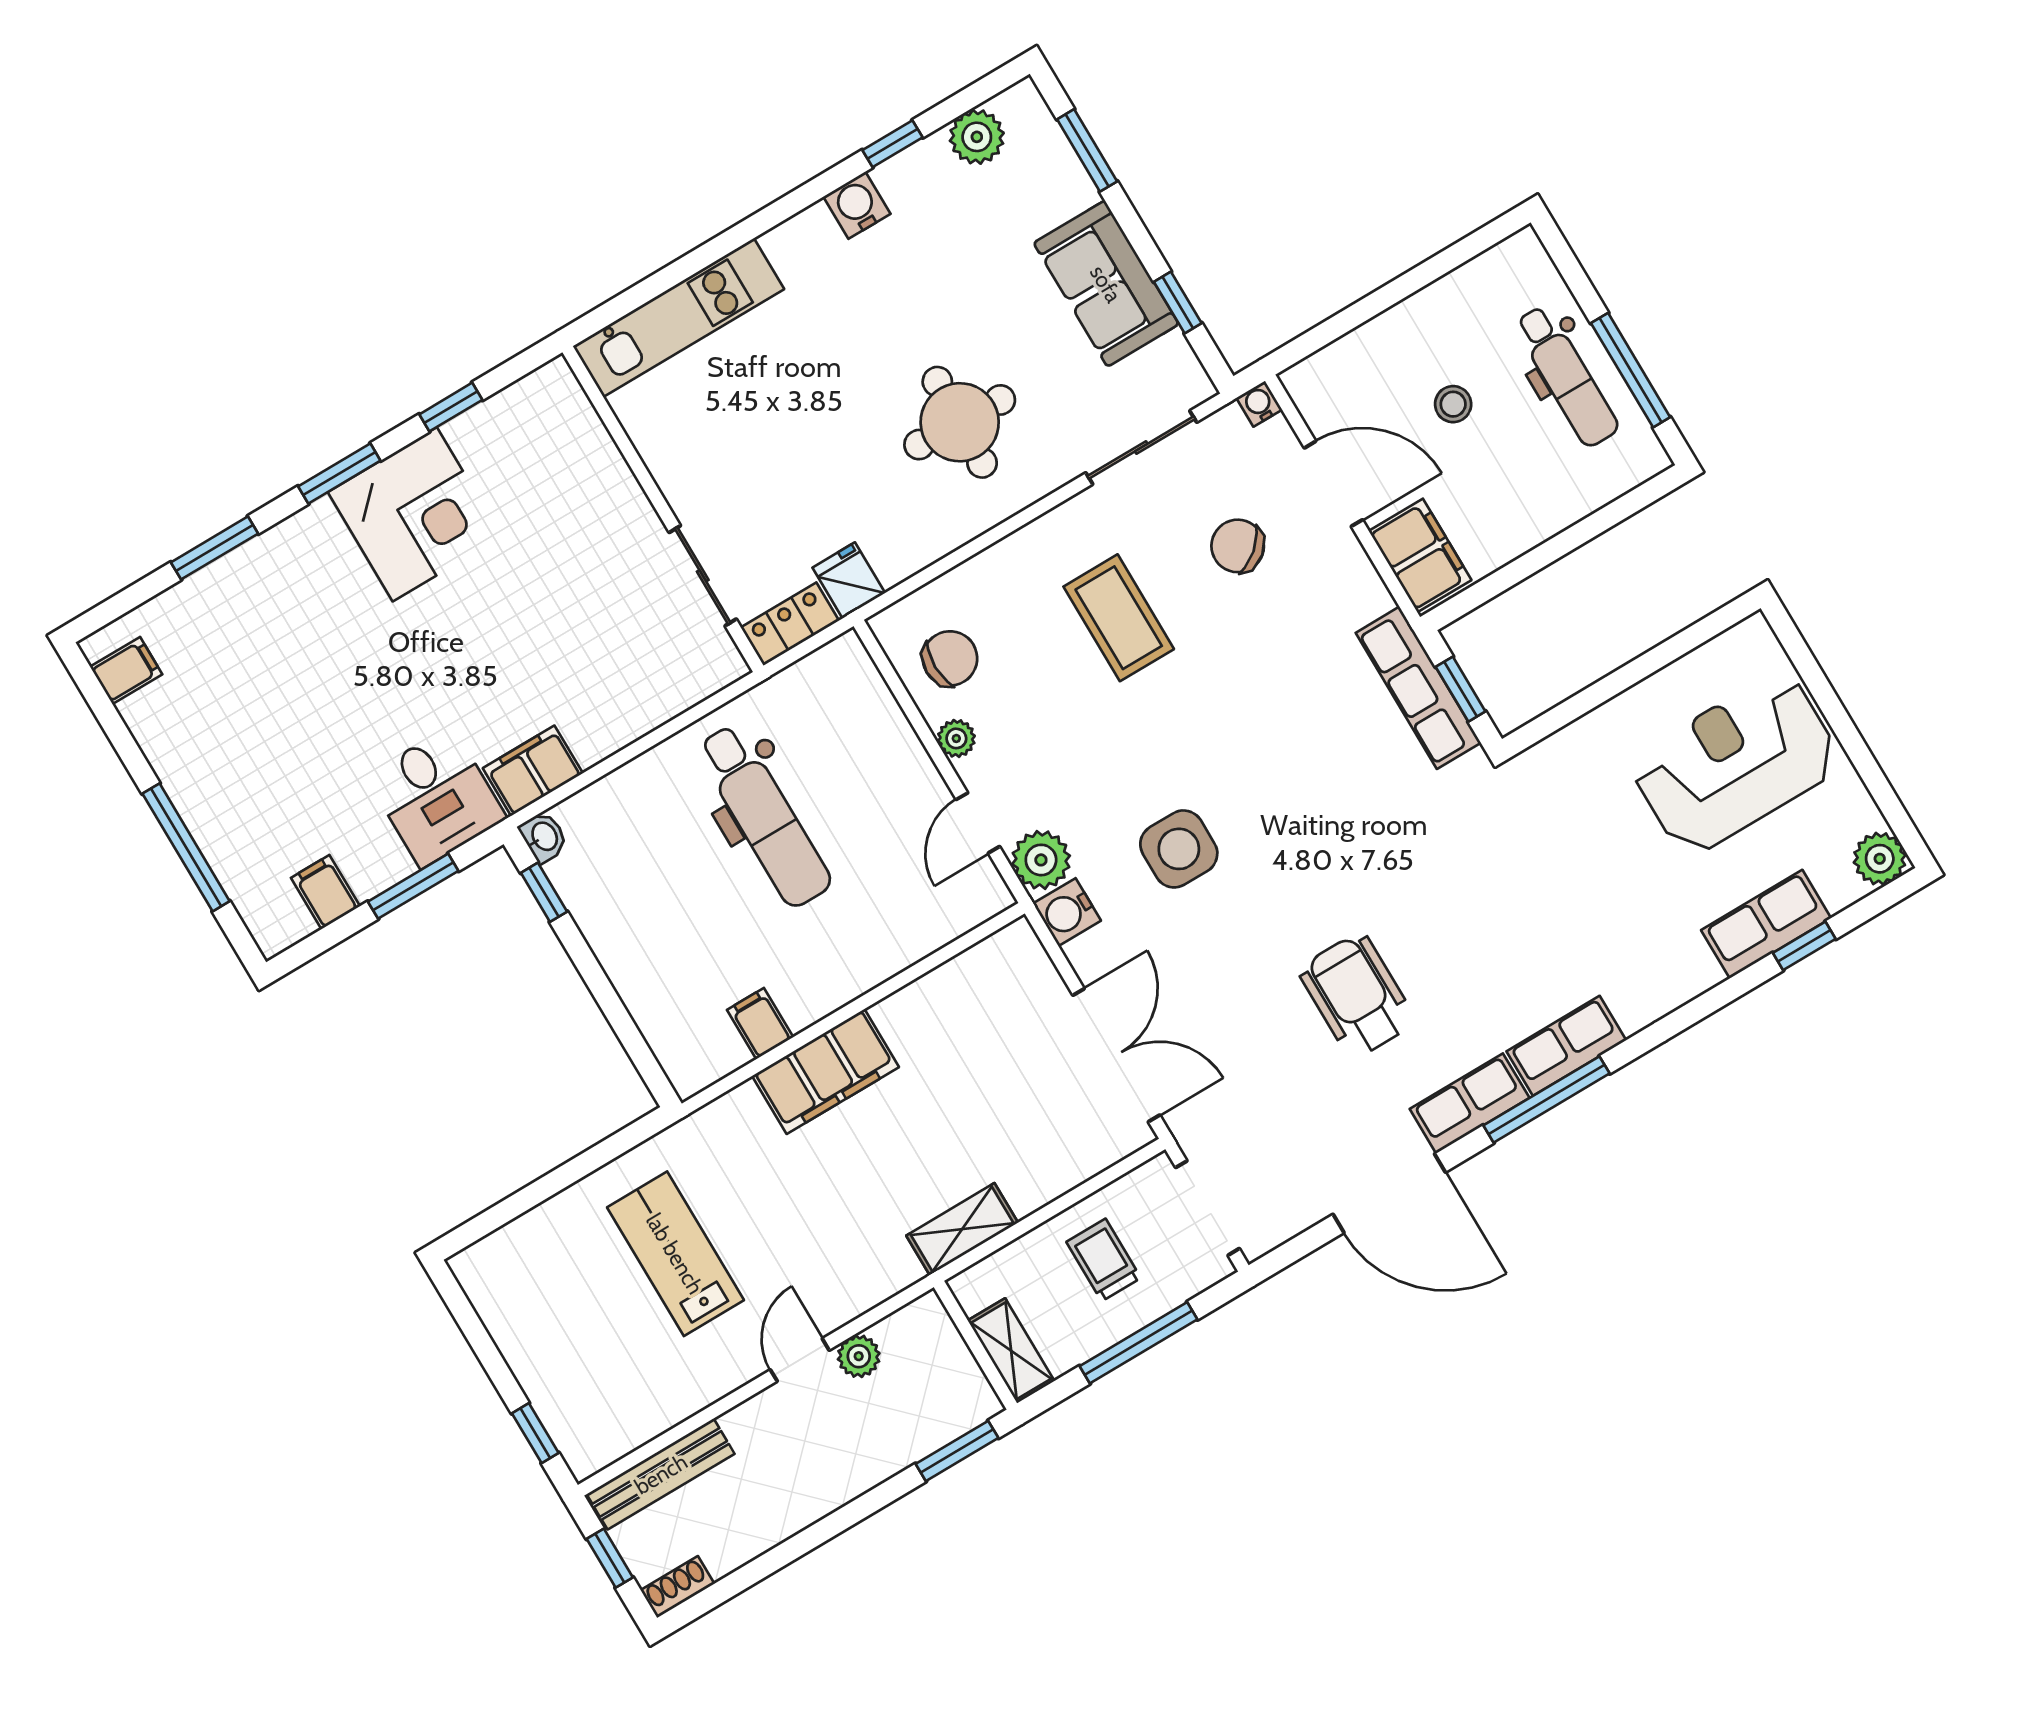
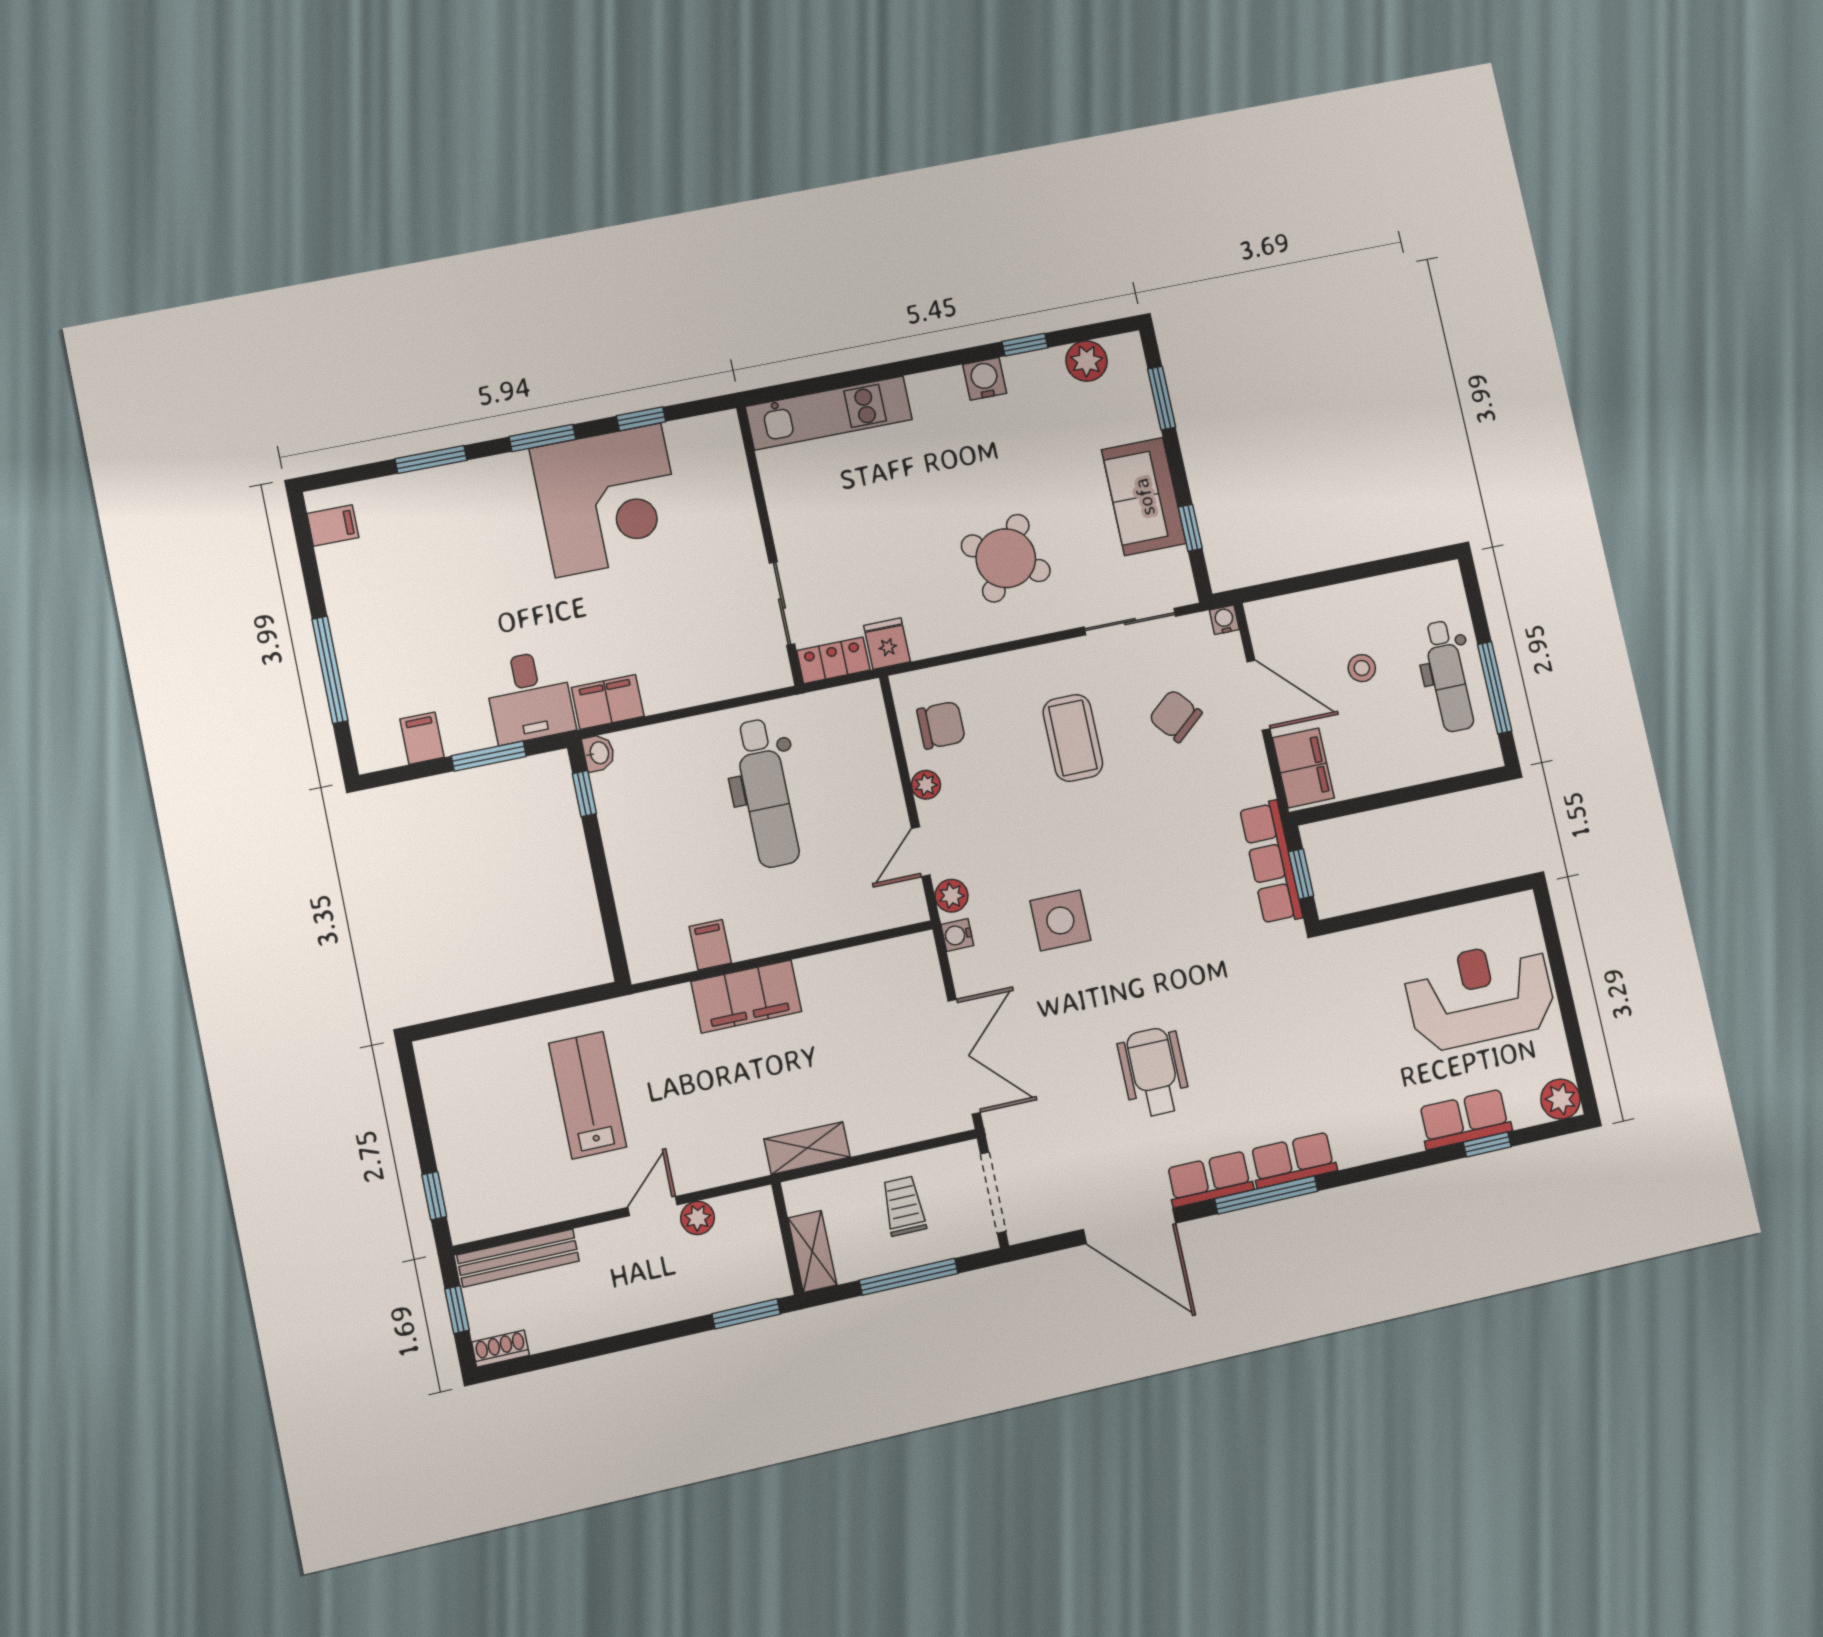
round table: (960, 422) -> (1006, 558), turned 30
corner desk: (415, 514) -> (608, 500), width x1.36, depth x1.36
plant: (1041, 860) -> (951, 896), width x0.73, depth x0.73
water cooler: (1067, 912) -> (957, 935), width x0.72, depth x0.72

